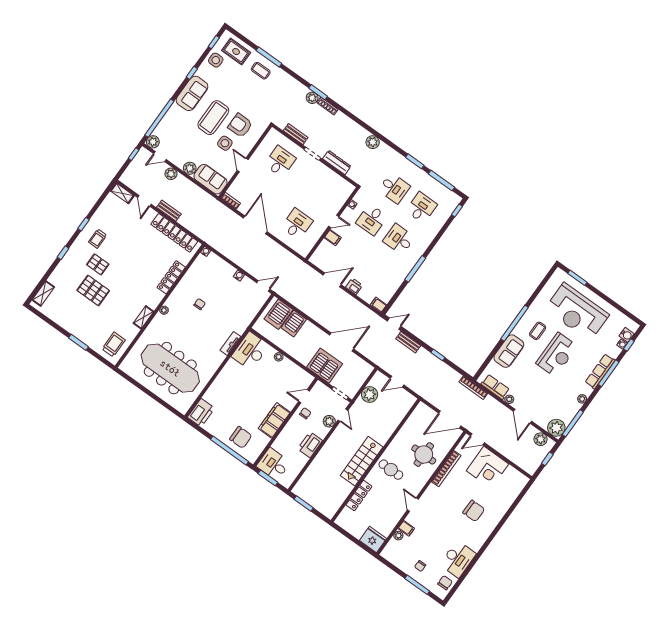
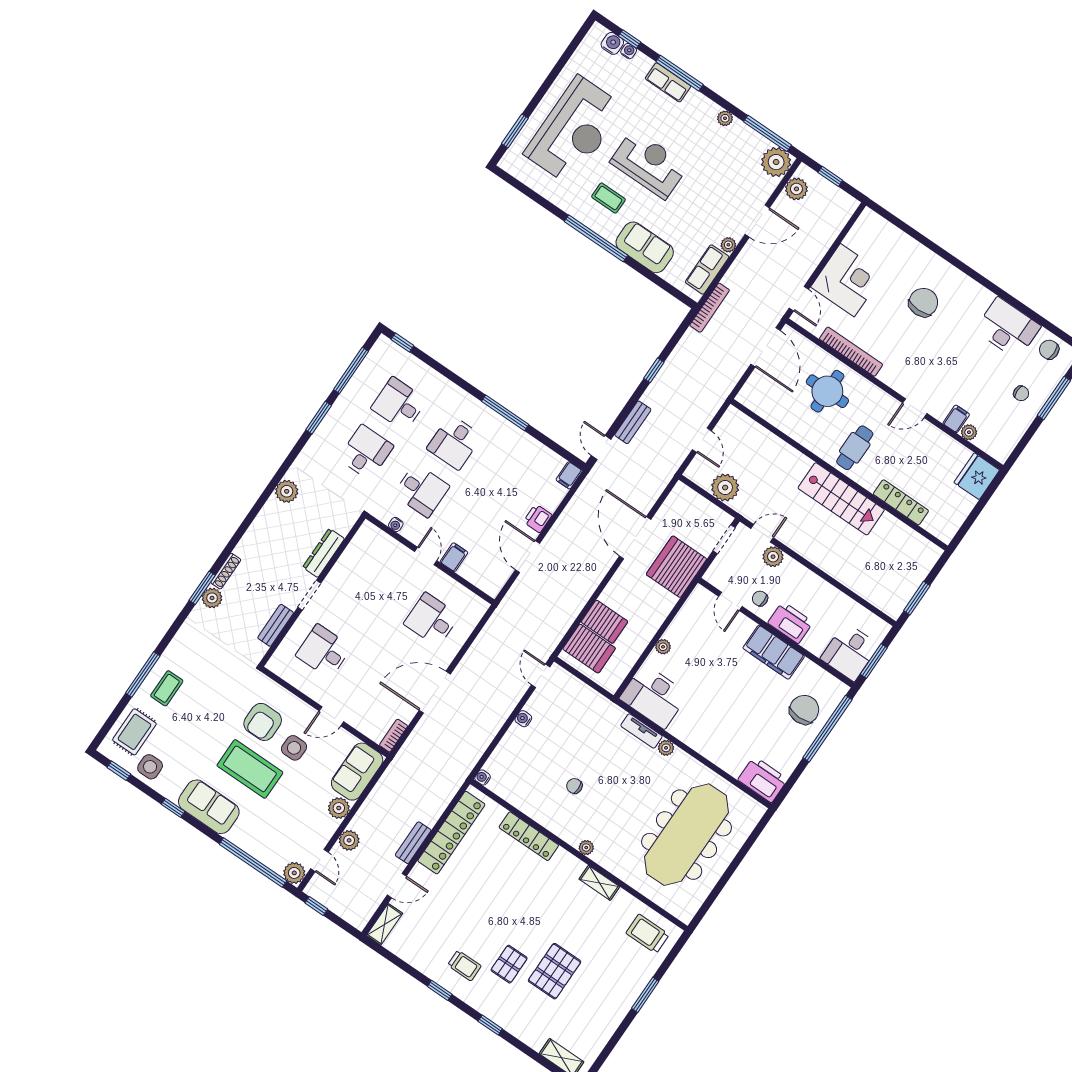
plant: (220, 357) -> (666, 748), added
row of seats: (600, 371) -> (668, 82), width x0.68
printer: (310, 445) -> (790, 623), moved, turned 180

